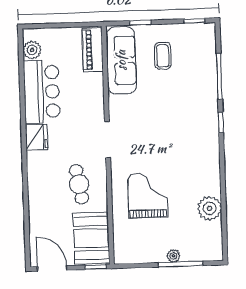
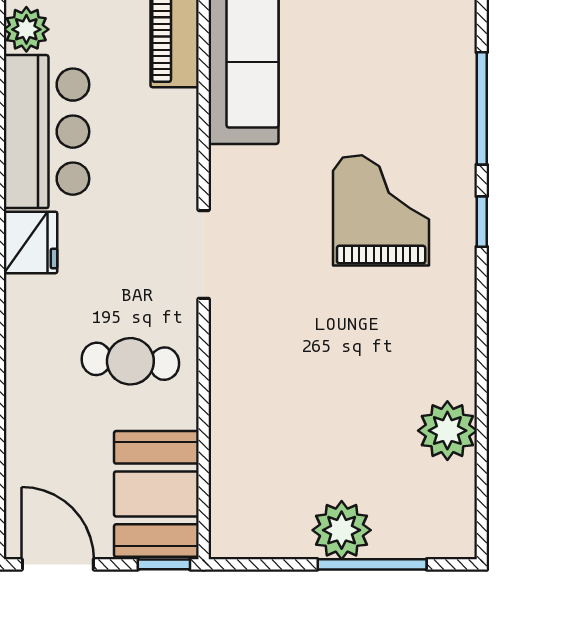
coffee table: (163, 56) -> (345, 54), removed
cafe table: (79, 184) -> (130, 361), turned -76
grand piano: (148, 195) -> (381, 210), moved
plant: (173, 256) -> (342, 530), width x1.88, depth x1.88

